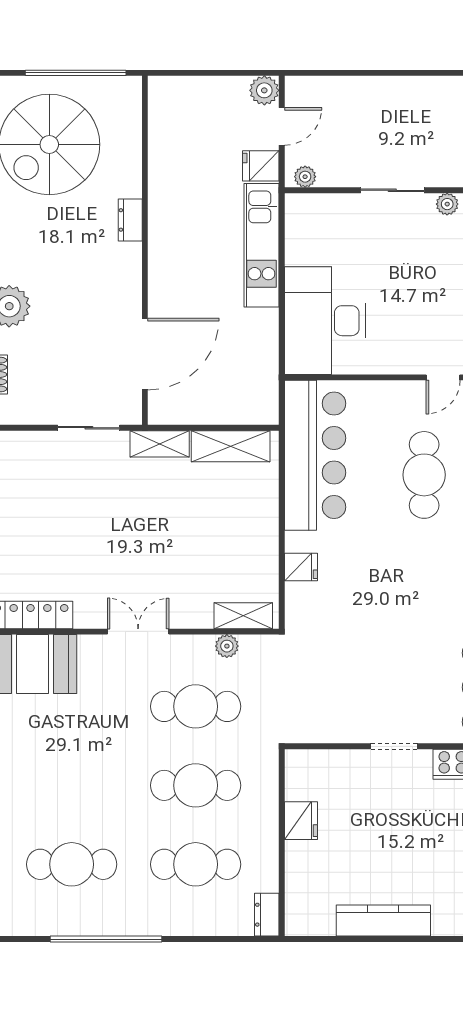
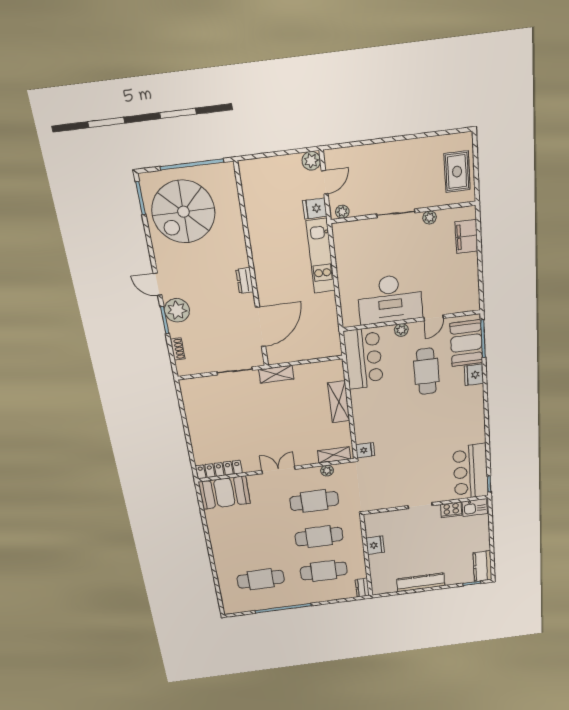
dresser: (130, 220) -> (245, 281), moved
desk: (325, 321) -> (390, 299), moved, turned -90
plant: (386, 392) -> (401, 330), added
shelving: (231, 446) -> (339, 402), moved, turned 90
bar counter: (315, 455) -> (363, 358), width x0.73
fridge: (301, 567) -> (365, 450), moved

